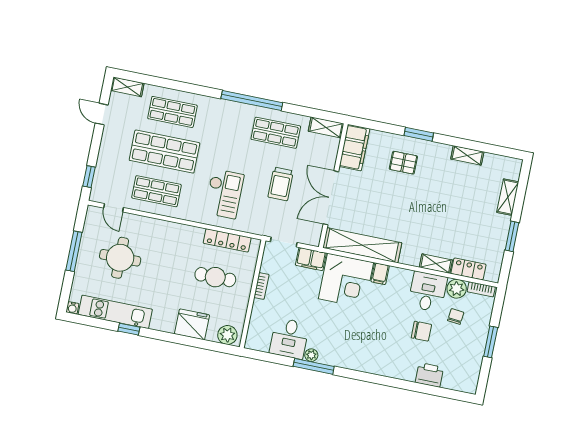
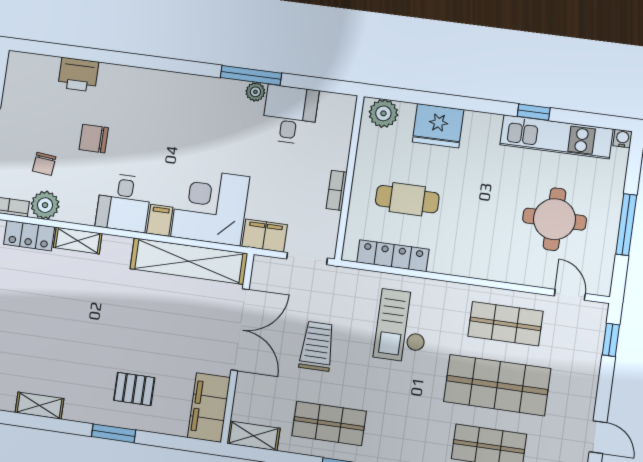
desk: (428, 292) -> (124, 203), moved

